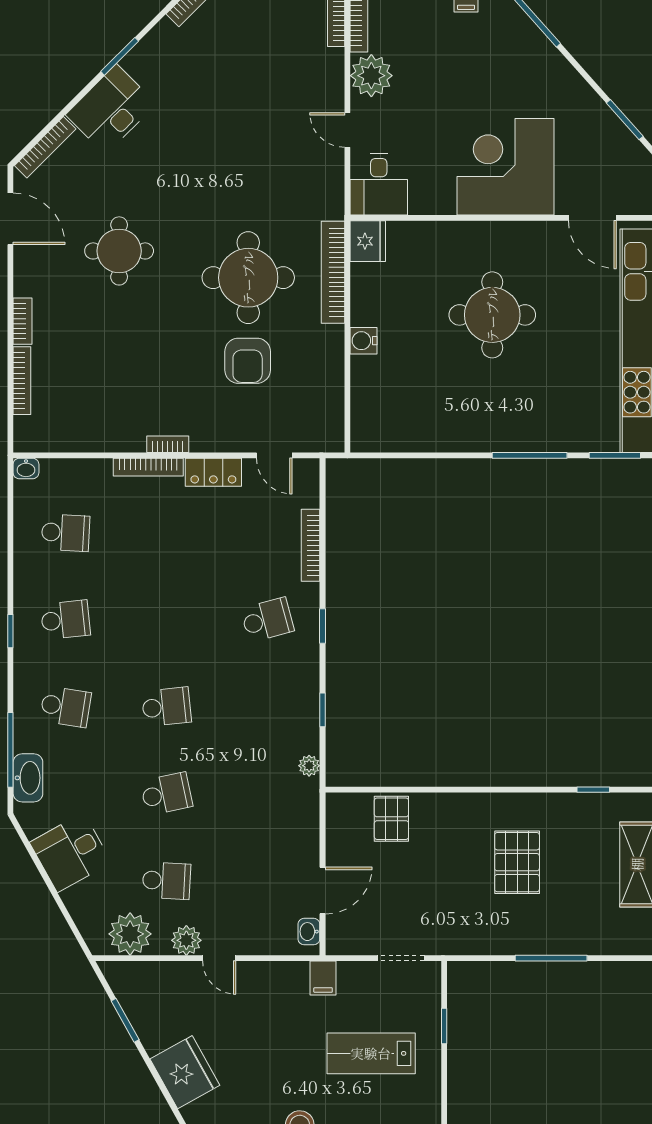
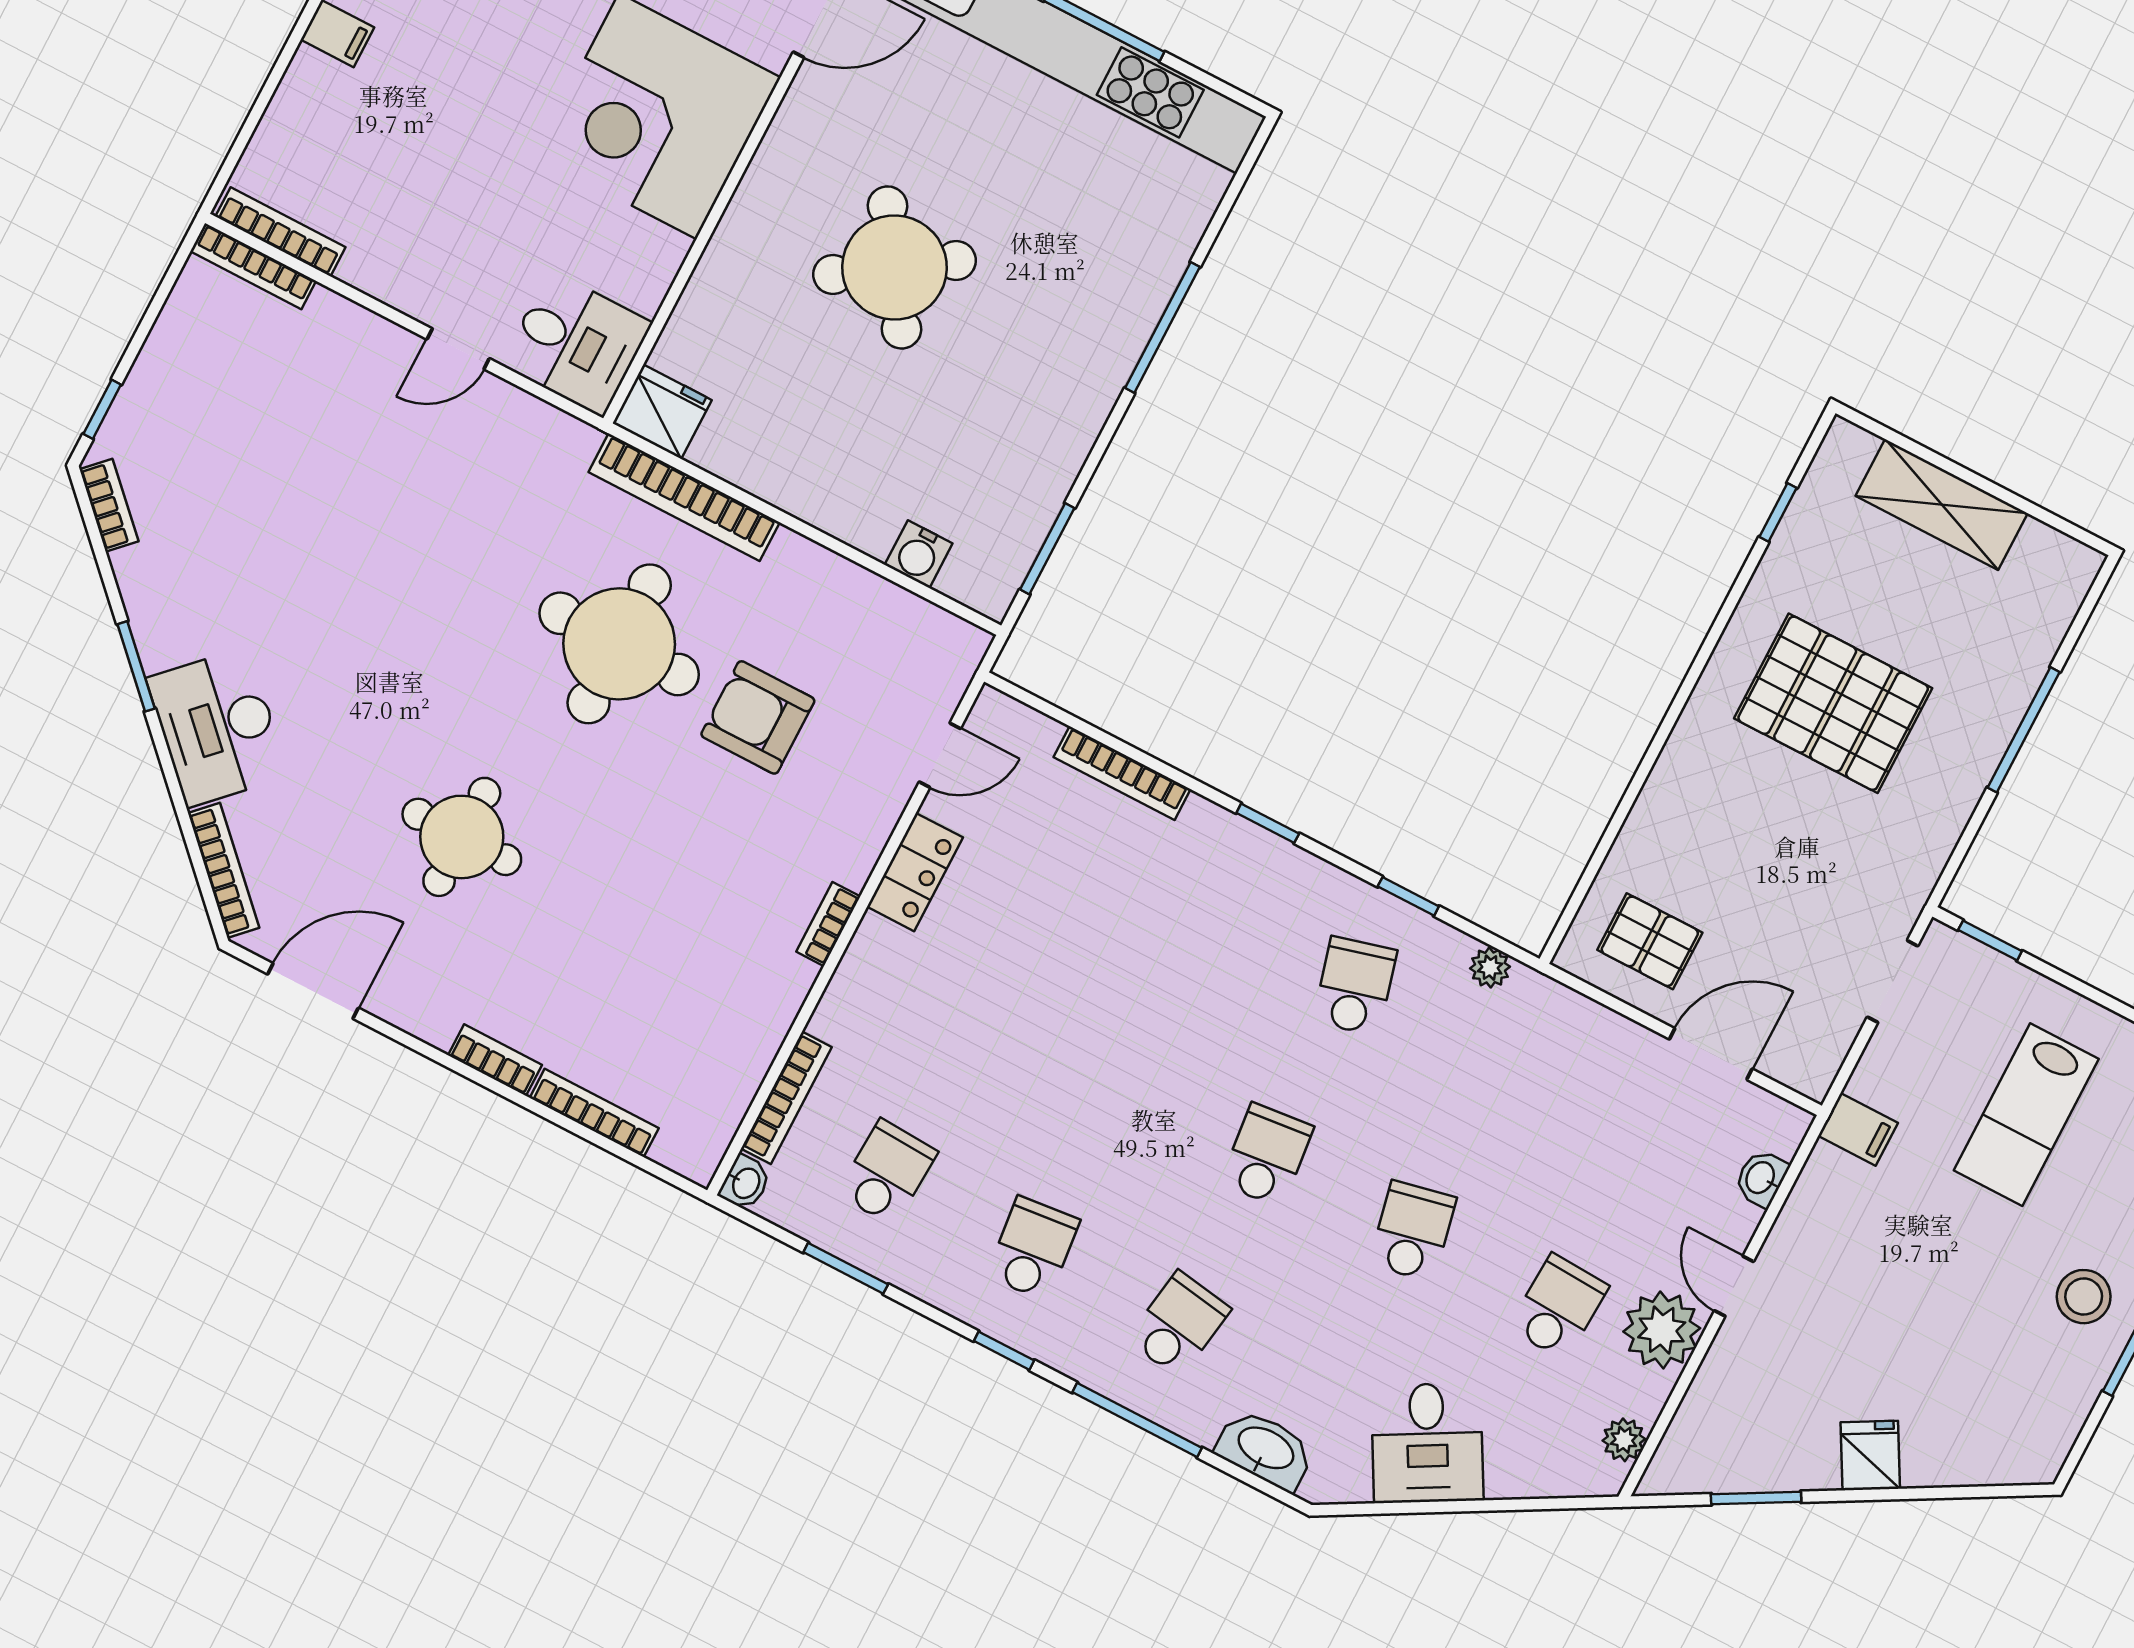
plant: (371, 76) -> (388, 261), removed
round table: (492, 315) -> (894, 267), turned -34
water cooler: (364, 341) -> (919, 554), moved
armchair: (248, 361) -> (758, 717), turned 180
window: (615, 455) -> (1047, 549), moved
bookcase: (148, 467) -> (786, 1098), moved
window: (10, 537) -> (846, 1268), added
school desk: (267, 620) -> (1355, 986), moved
window: (10, 750) -> (1137, 1420), moved
pallet: (391, 819) -> (1650, 941), moved
pallet: (517, 862) -> (1833, 703), width x1.37, depth x1.41
door: (323, 890) -> (1711, 1054), hinge flipped
washbasin: (309, 932) -> (1761, 1178), moved, turned 90
plant: (130, 934) -> (1624, 1440), width x0.53, depth x0.53
plant: (186, 940) -> (1662, 1330), width x1.36, depth x1.36
door: (219, 958) -> (1734, 1286), swing flipped
window: (444, 1026) -> (1990, 940), moved
fridge: (185, 1072) -> (1870, 1455), width x0.53, depth x0.75

